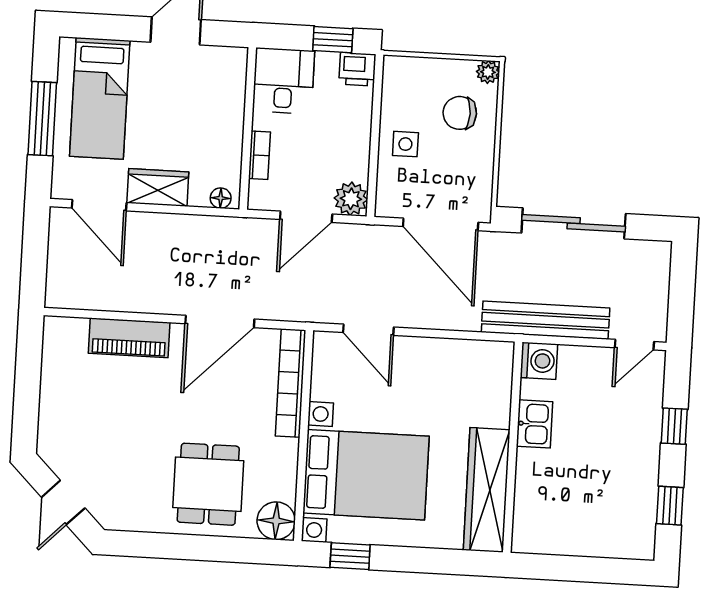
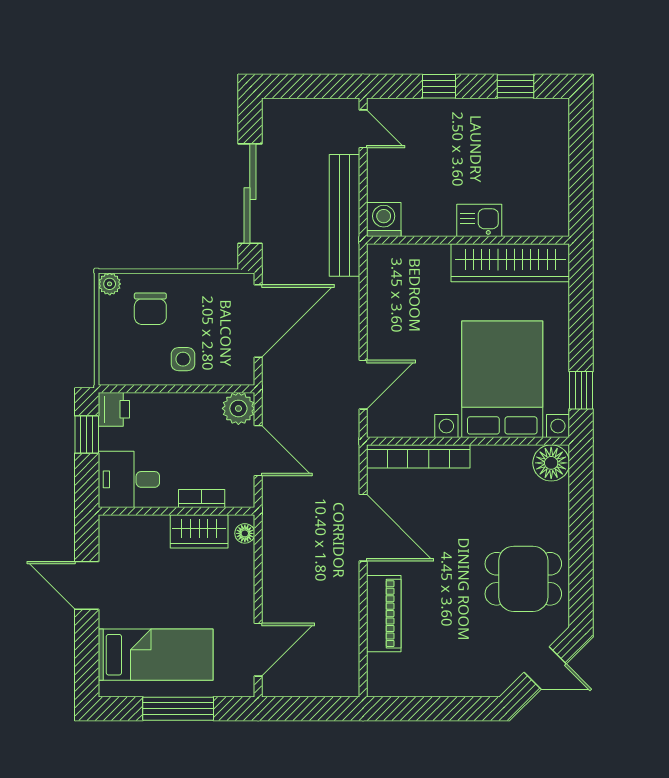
wardrobe: (158, 187) -> (199, 531), moved, turned -90
kitchen sink: (535, 424) -> (479, 220), moved
dining table: (208, 484) -> (523, 579), moved

